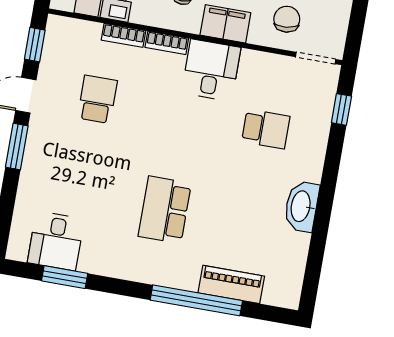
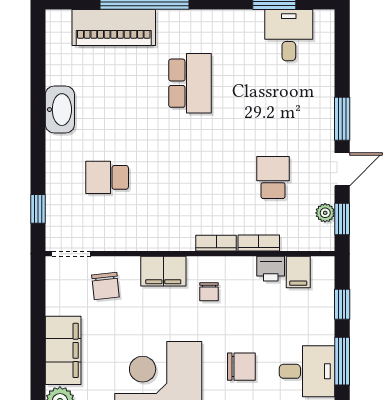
plant: (51, 54) -> (325, 213), added
desk: (211, 70) -> (169, 224), removed
school desk: (97, 99) -> (273, 177), turned 180
piano: (231, 284) -> (114, 27), width x1.37, depth x1.33

